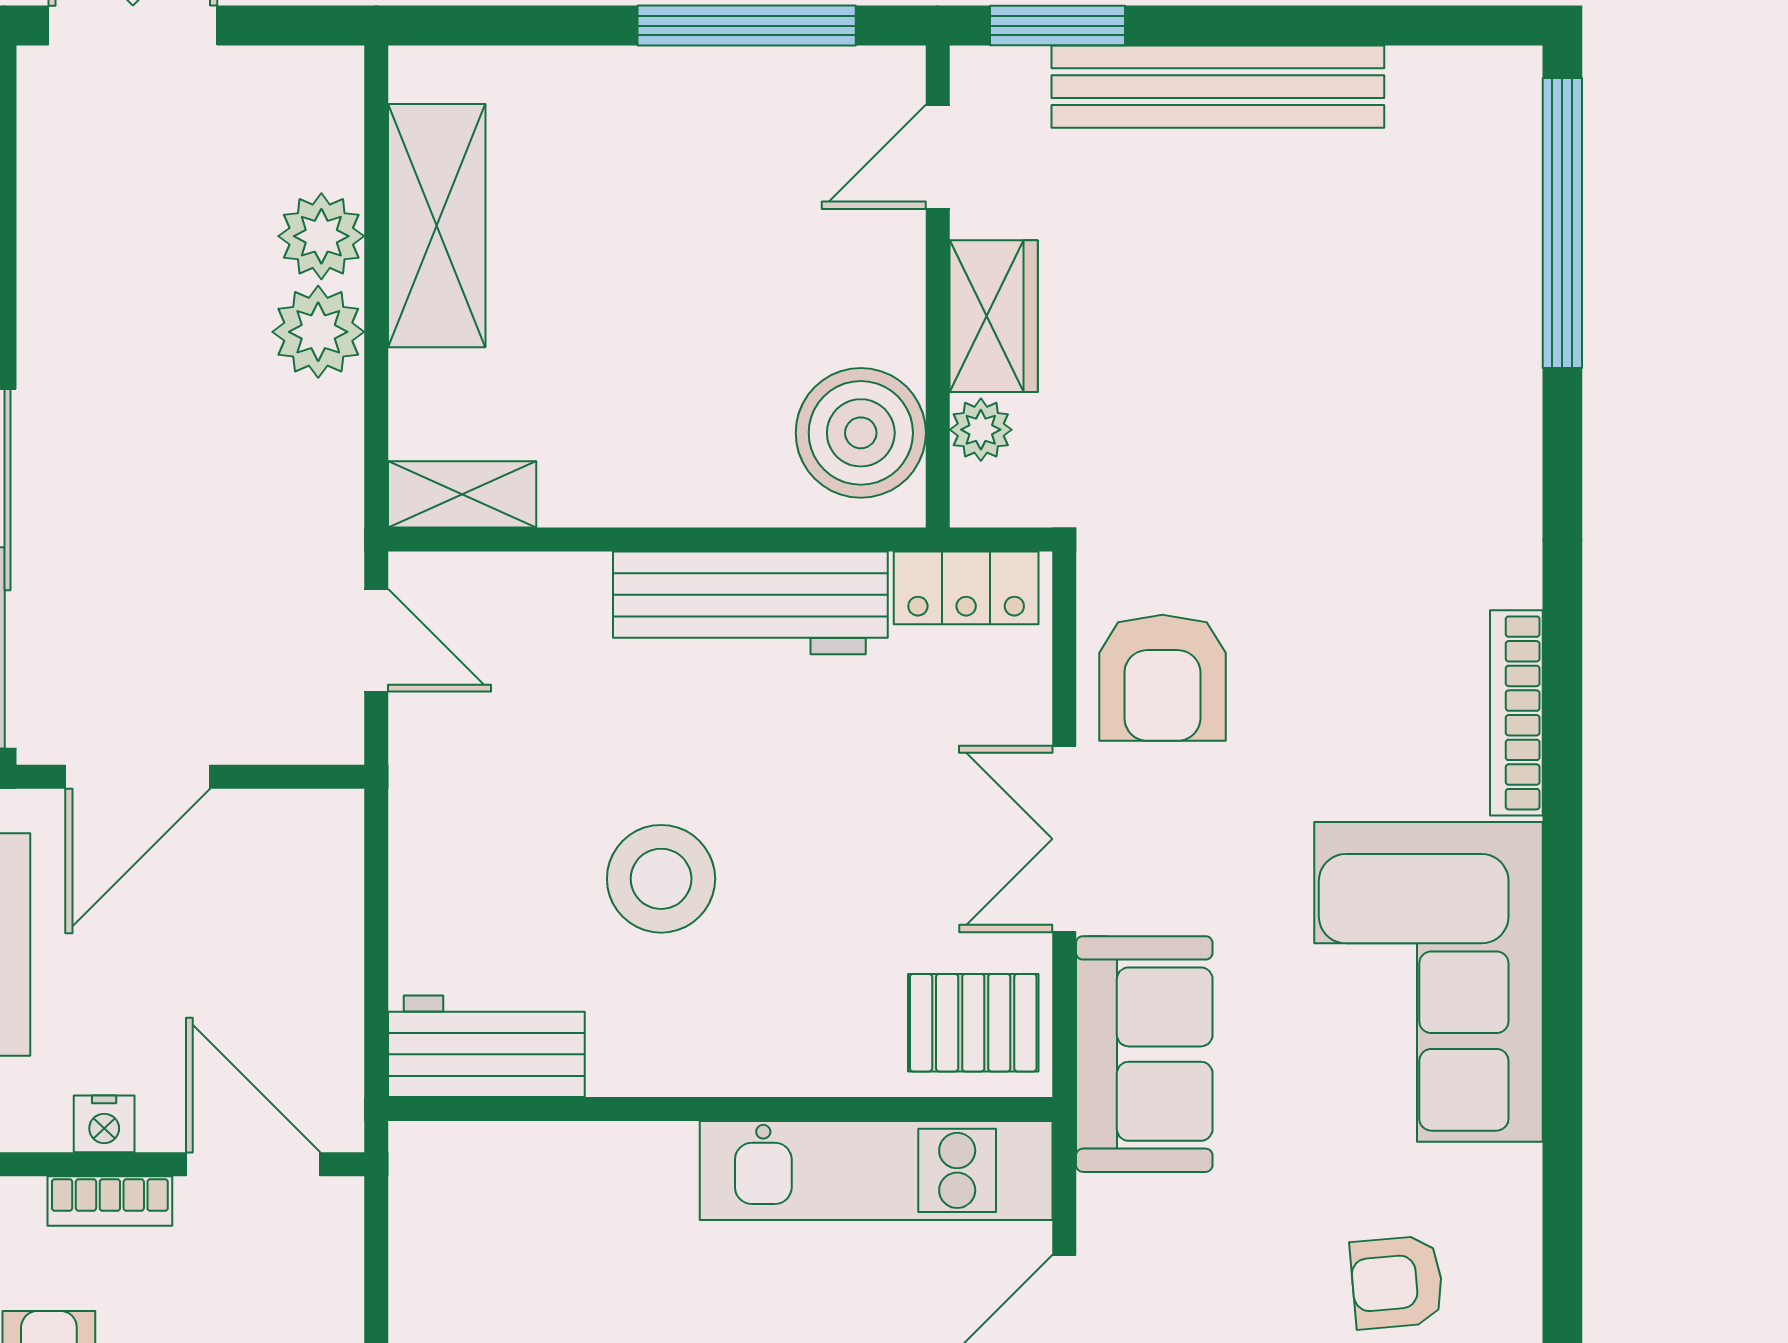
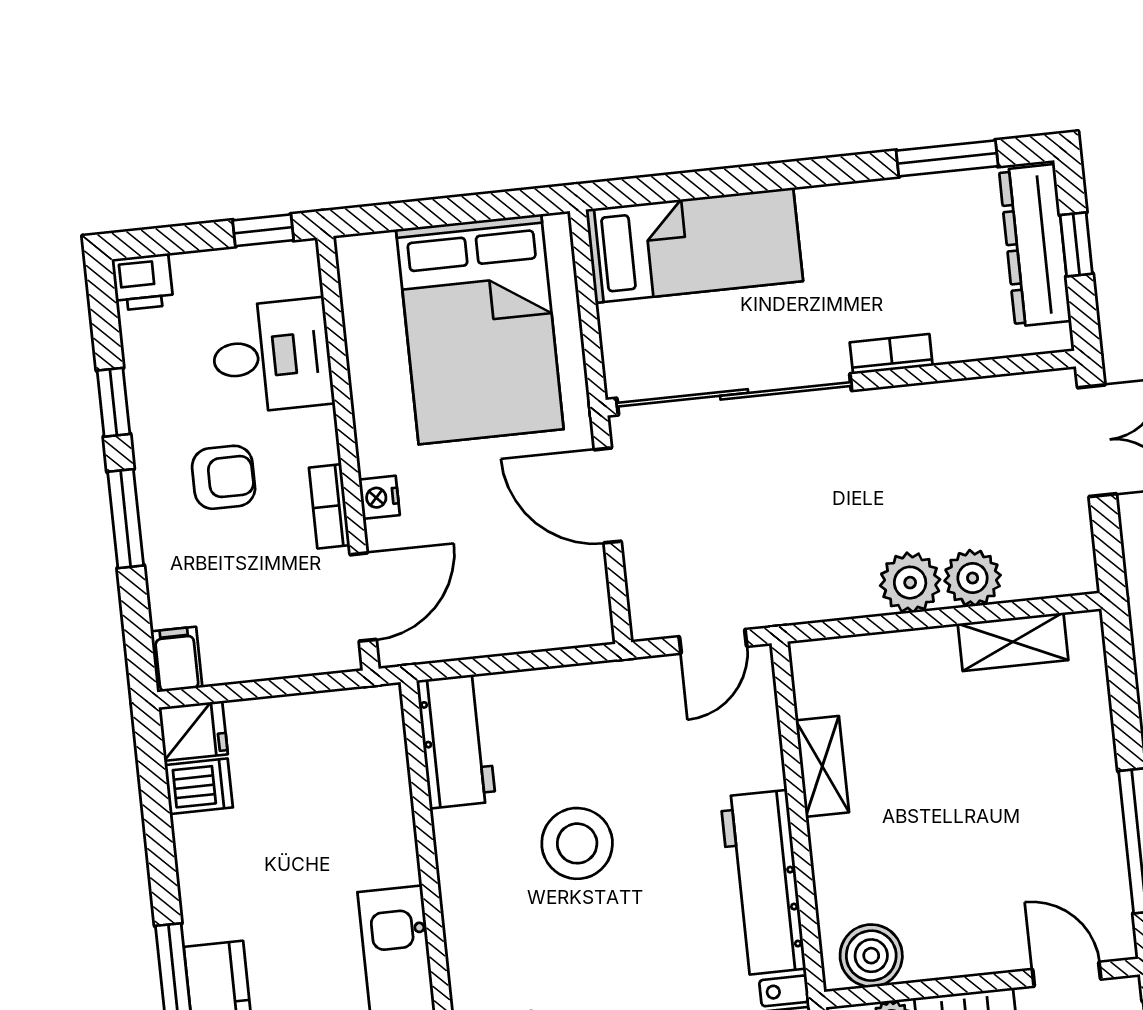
shelving: (437, 226) -> (1013, 642), width x0.67, depth x0.75
boiler: (861, 433) -> (871, 956), width x0.73, depth x0.73
shelving: (462, 494) -> (822, 766), moved

